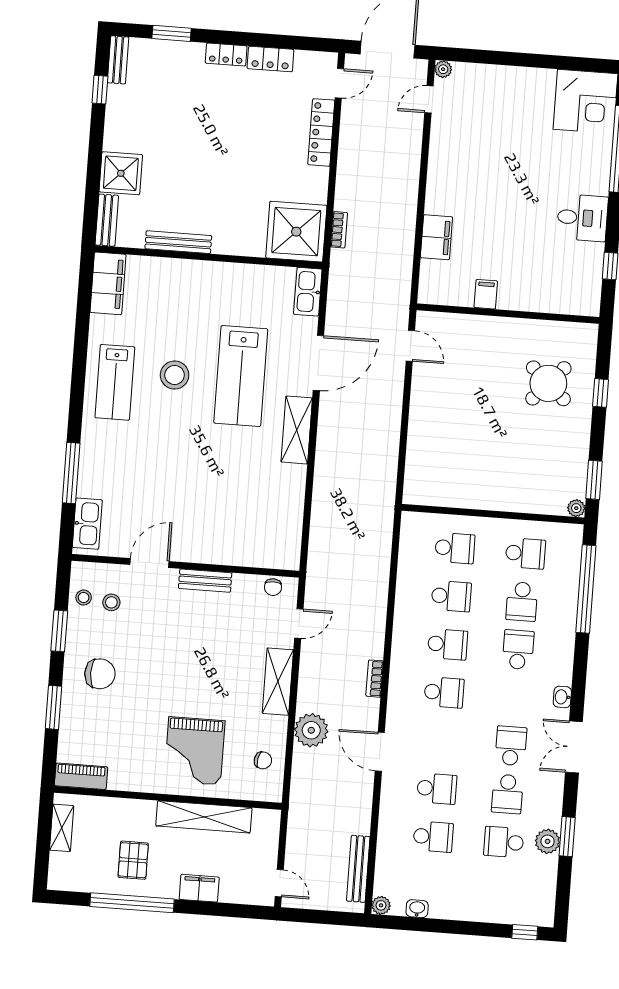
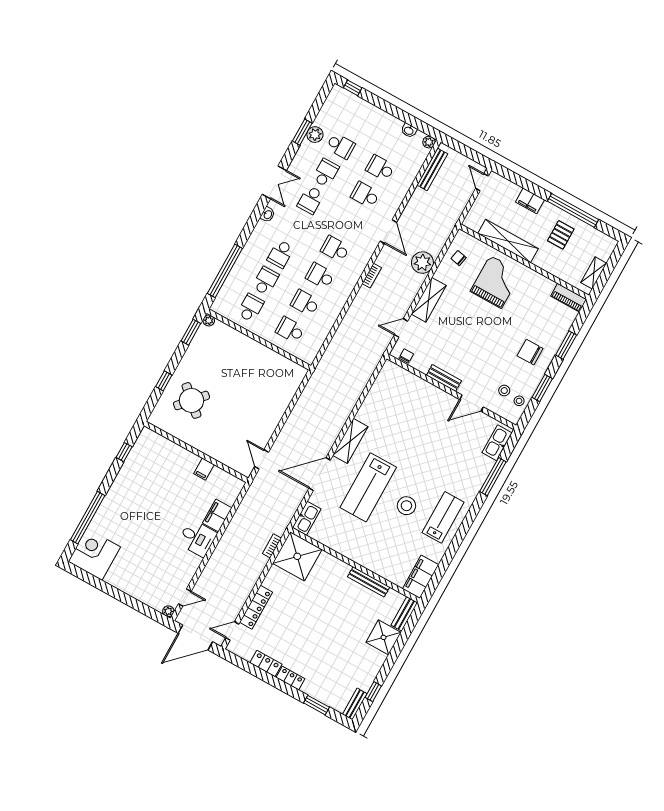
desk: (582, 218) -> (197, 538), moved, turned 180
lab bench: (241, 376) -> (368, 487), turned 180
school desk: (525, 553) -> (251, 308), turned 90

